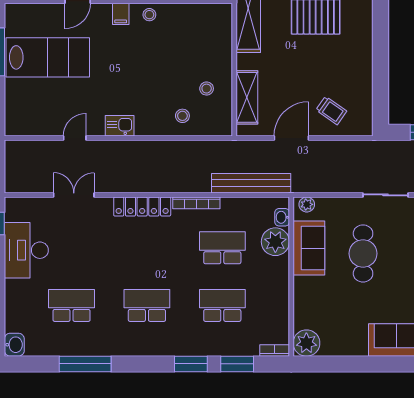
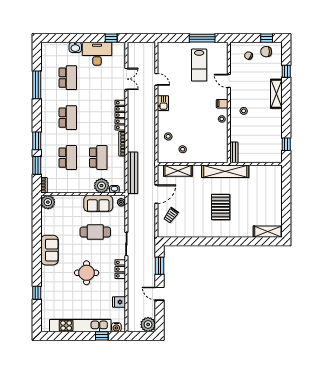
lab bench: (48, 57) -> (199, 65), width x0.73, depth x0.72
door: (291, 138) -> (156, 194), hinge flipped
washbasin: (14, 345) -> (75, 47), moved

